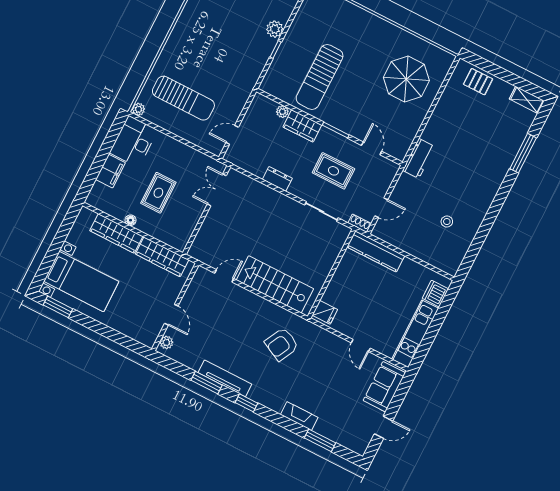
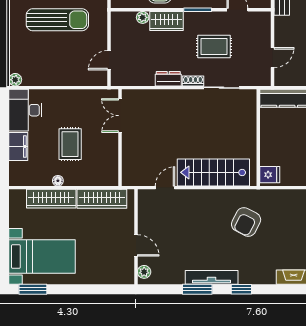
sun lounger: (183, 98) -> (57, 20), moved
shoe rack: (360, 223) -> (193, 81), moved

